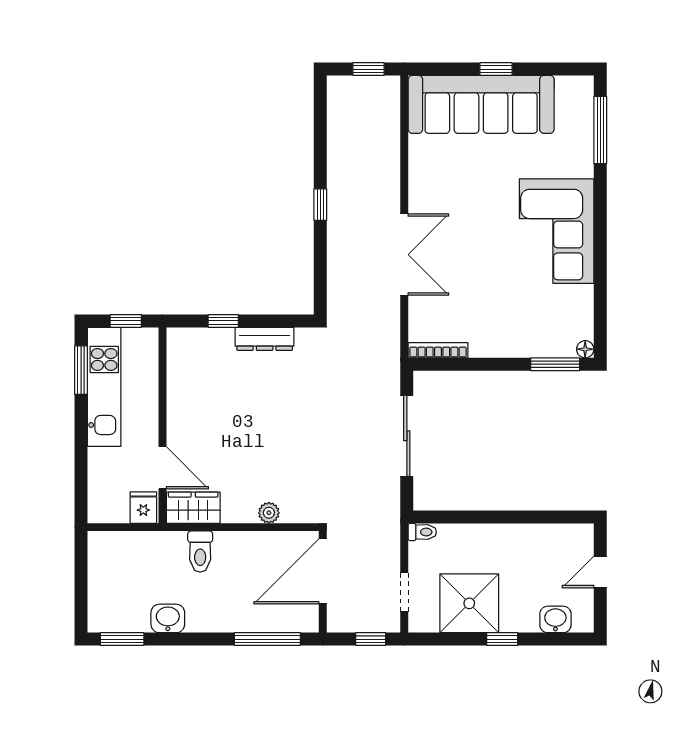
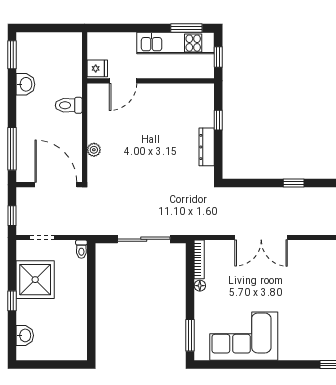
corner sofa: (557, 231) -> (244, 336), moved
floor lamp: (585, 349) -> (200, 286), moved
wardrobe: (193, 508) -> (97, 101), removed
door: (600, 572) -> (55, 364), removed

